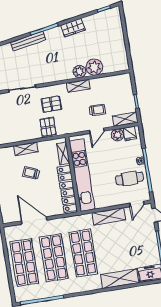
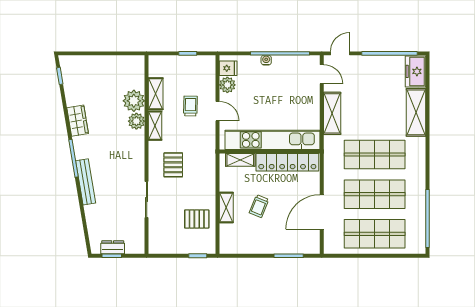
shelving: (125, 119) -> (156, 94), moved
pallet: (48, 127) -> (197, 219), moved
cafe table: (129, 179) -> (287, 78), removed

